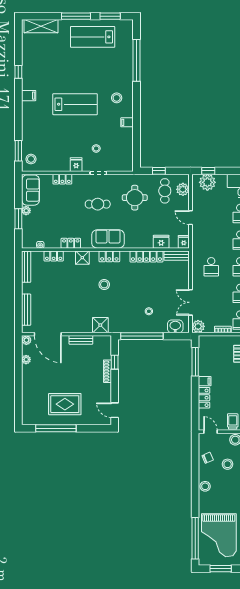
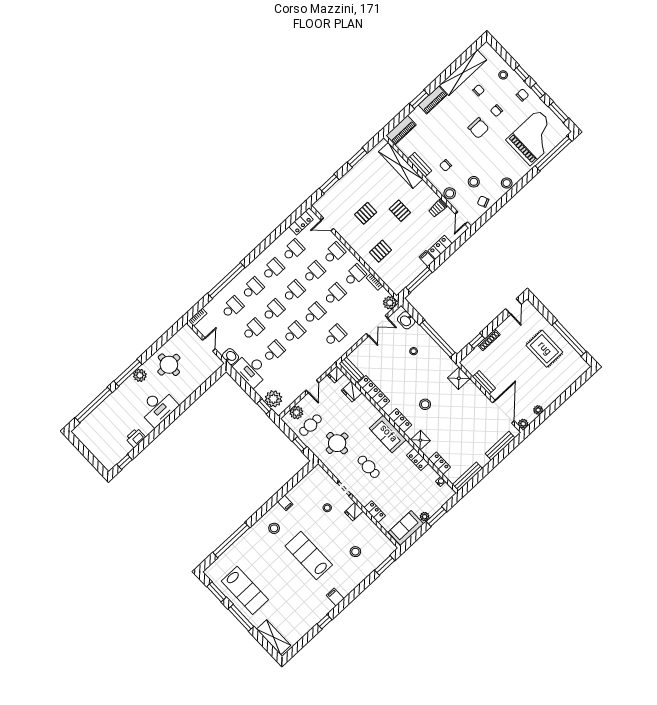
stool: (31, 159) -> (355, 552), moved

